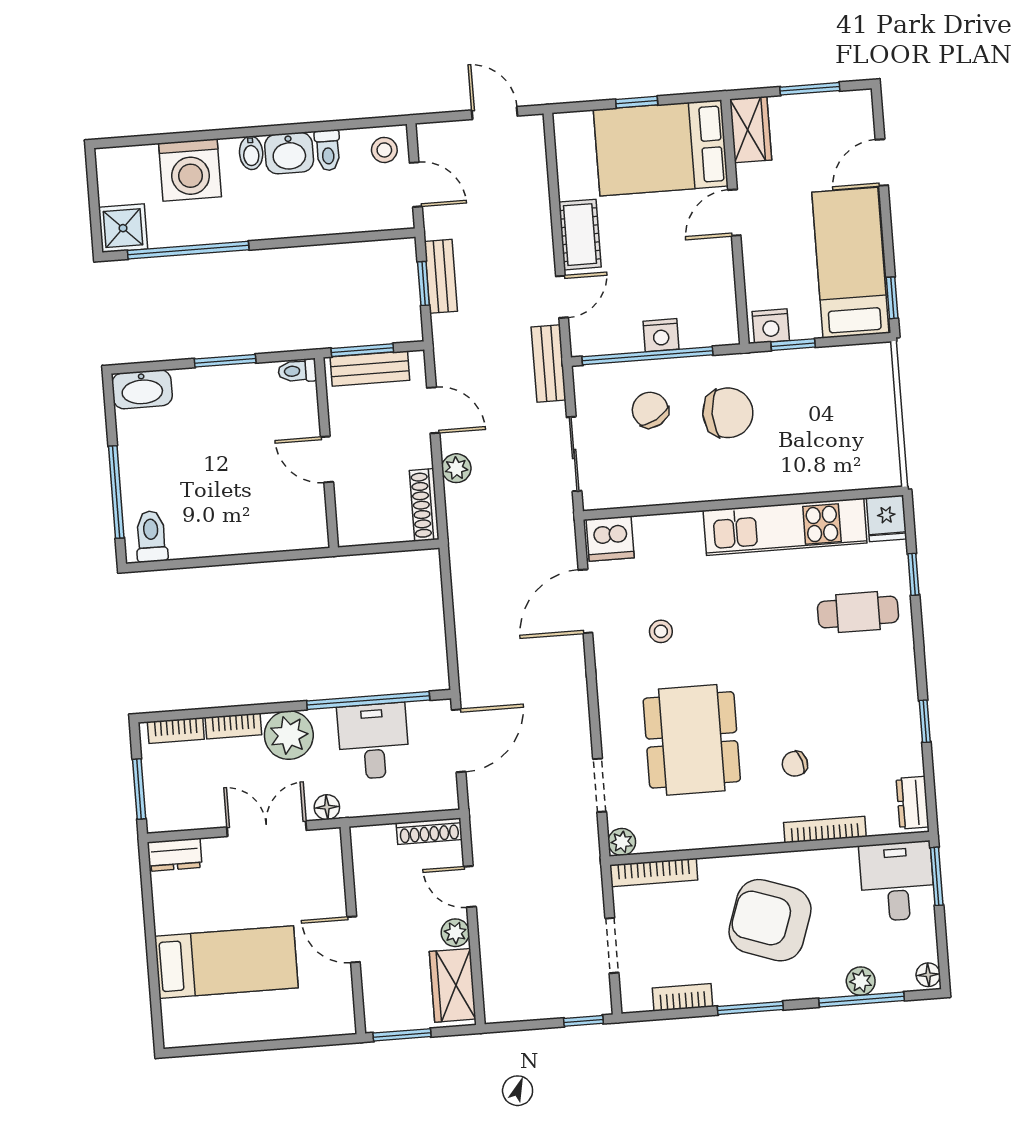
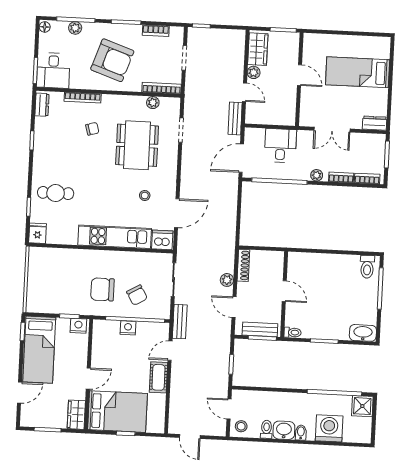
bench: (441, 276) -> (235, 119), moved
kitchen unit: (785, 527) -> (115, 237), moved
plant: (289, 735) -> (317, 175), width x0.53, depth x0.53
desk: (373, 741) -> (280, 146), moved, turned 180
floor lamp: (327, 807) -> (304, 136), removed
shoe rack: (429, 831) -> (260, 119), removed
plant: (622, 842) -> (153, 103), moved

